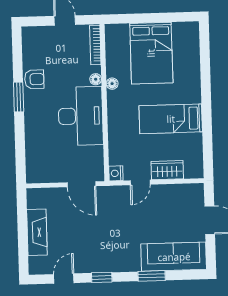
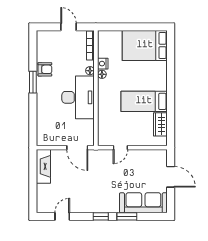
bed: (151, 53) -> (145, 45), moved, turned 90
wardrobe: (167, 170) -> (160, 124), moved, turned -90
nightstand: (116, 173) -> (103, 64), moved
fireplace: (37, 232) -> (43, 166), moved
window: (102, 277) -> (101, 216), moved

